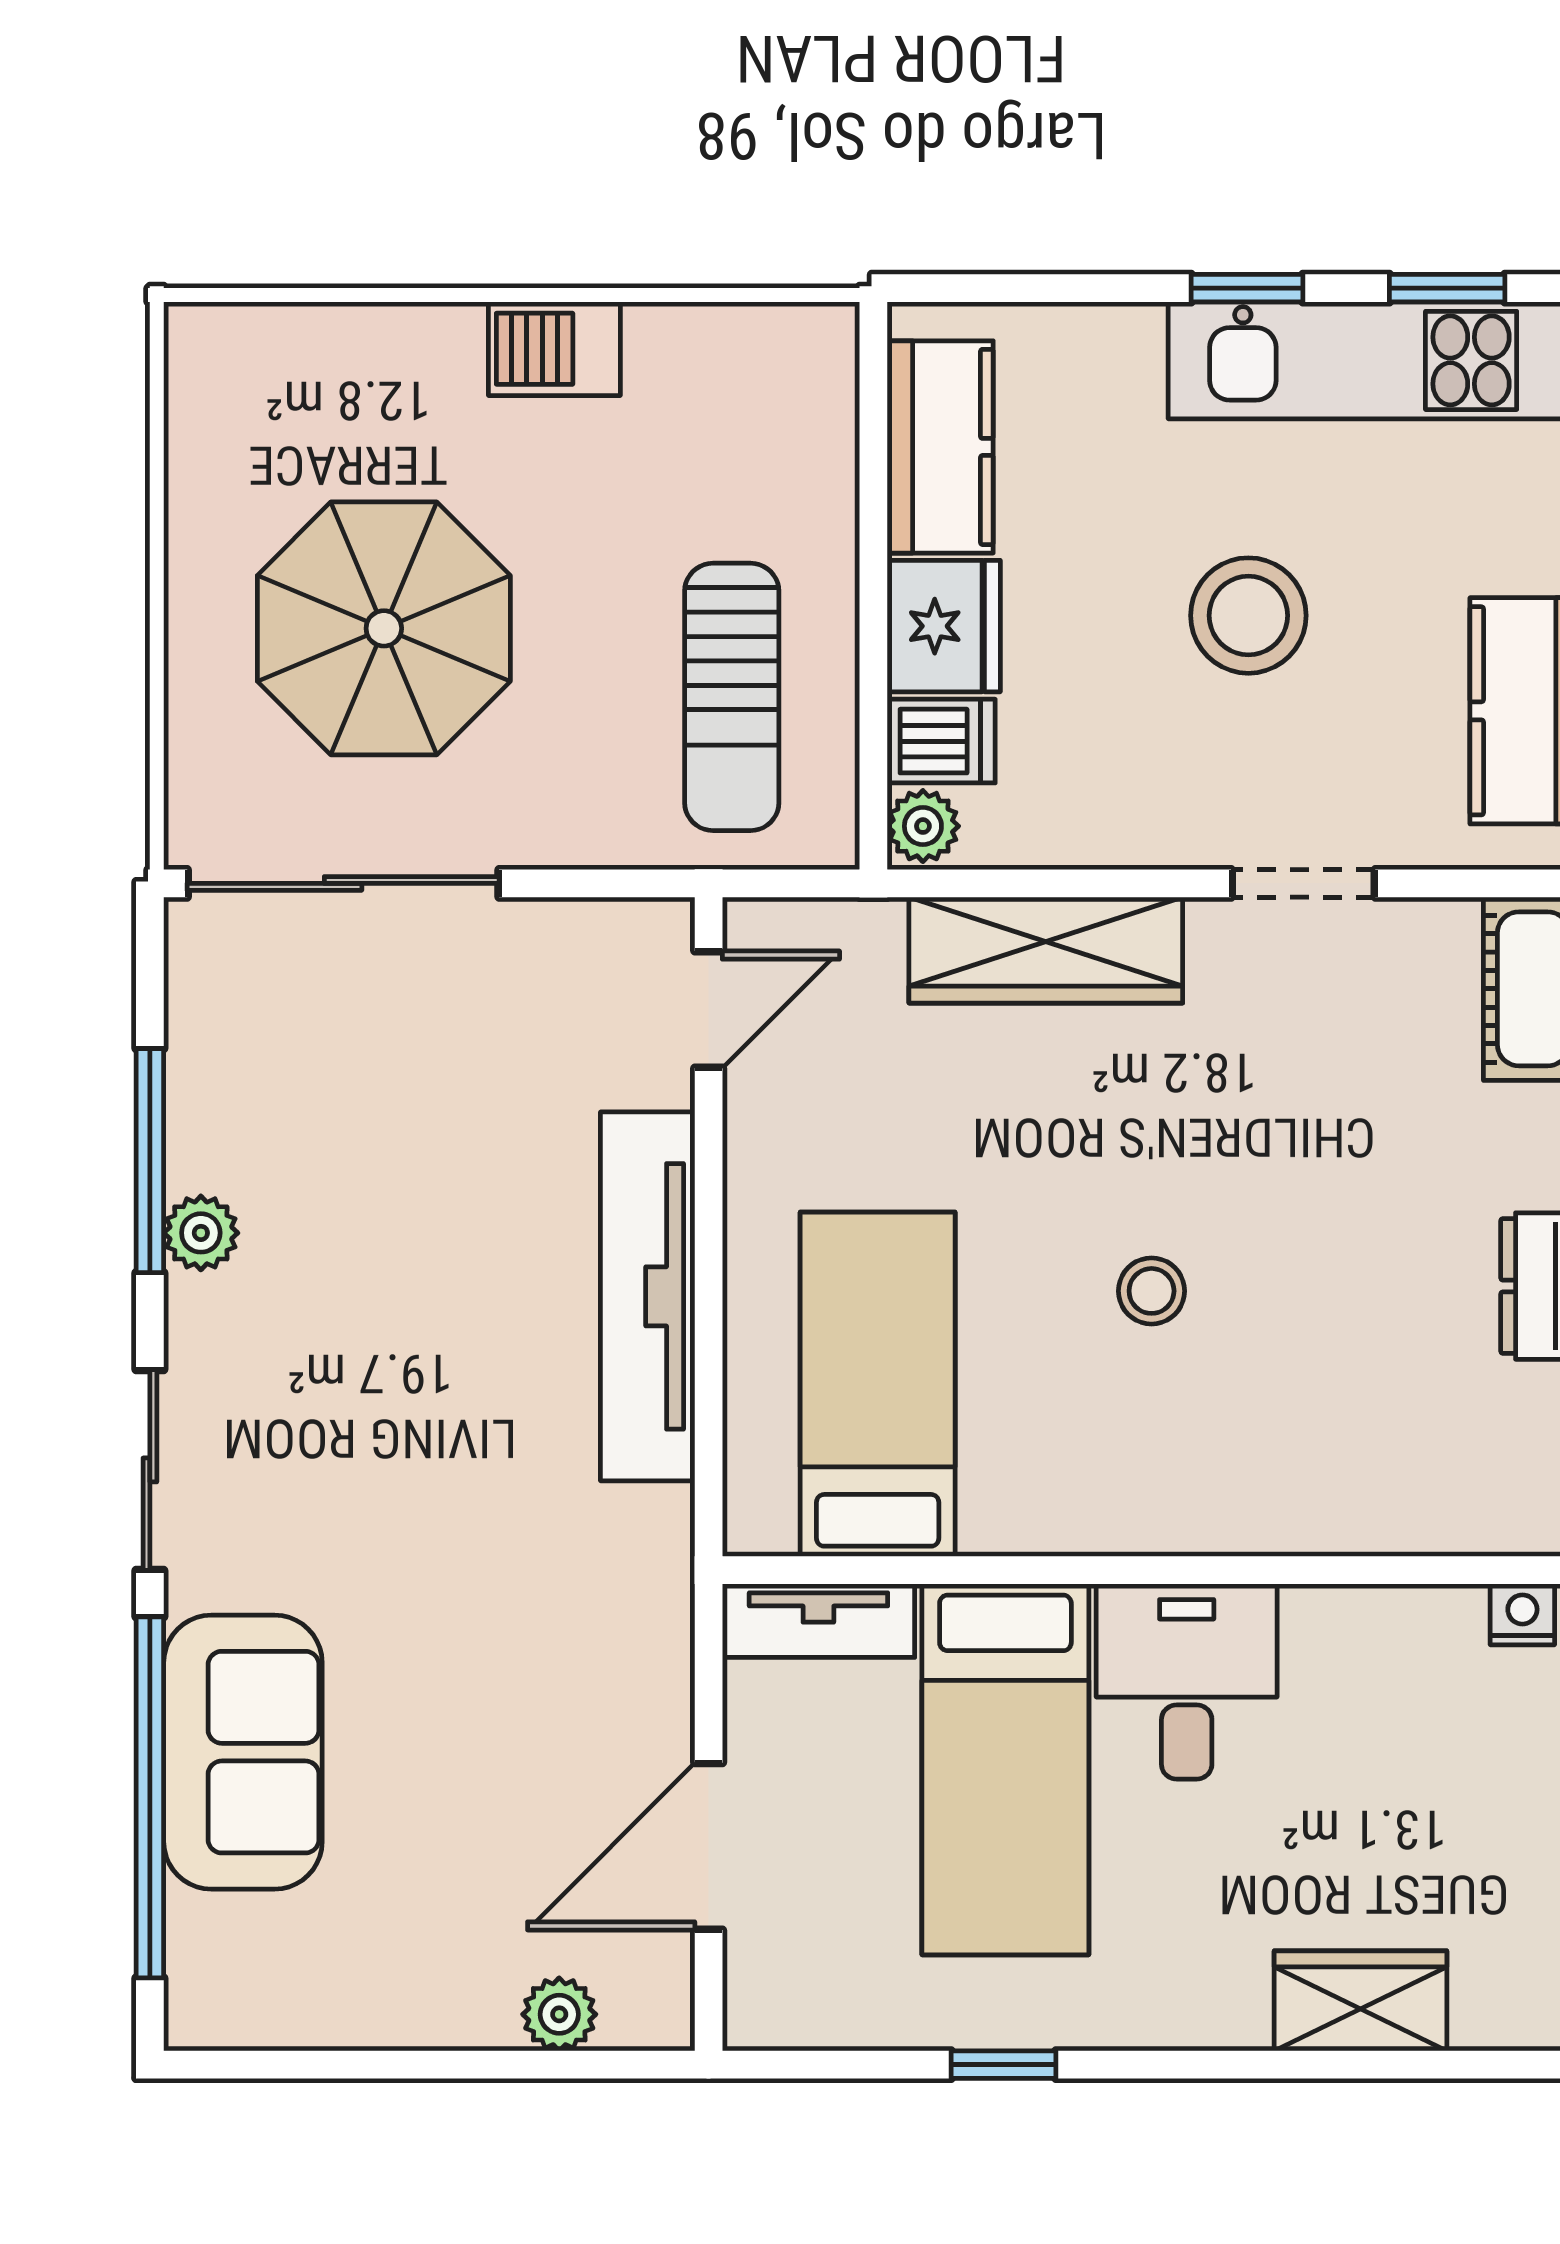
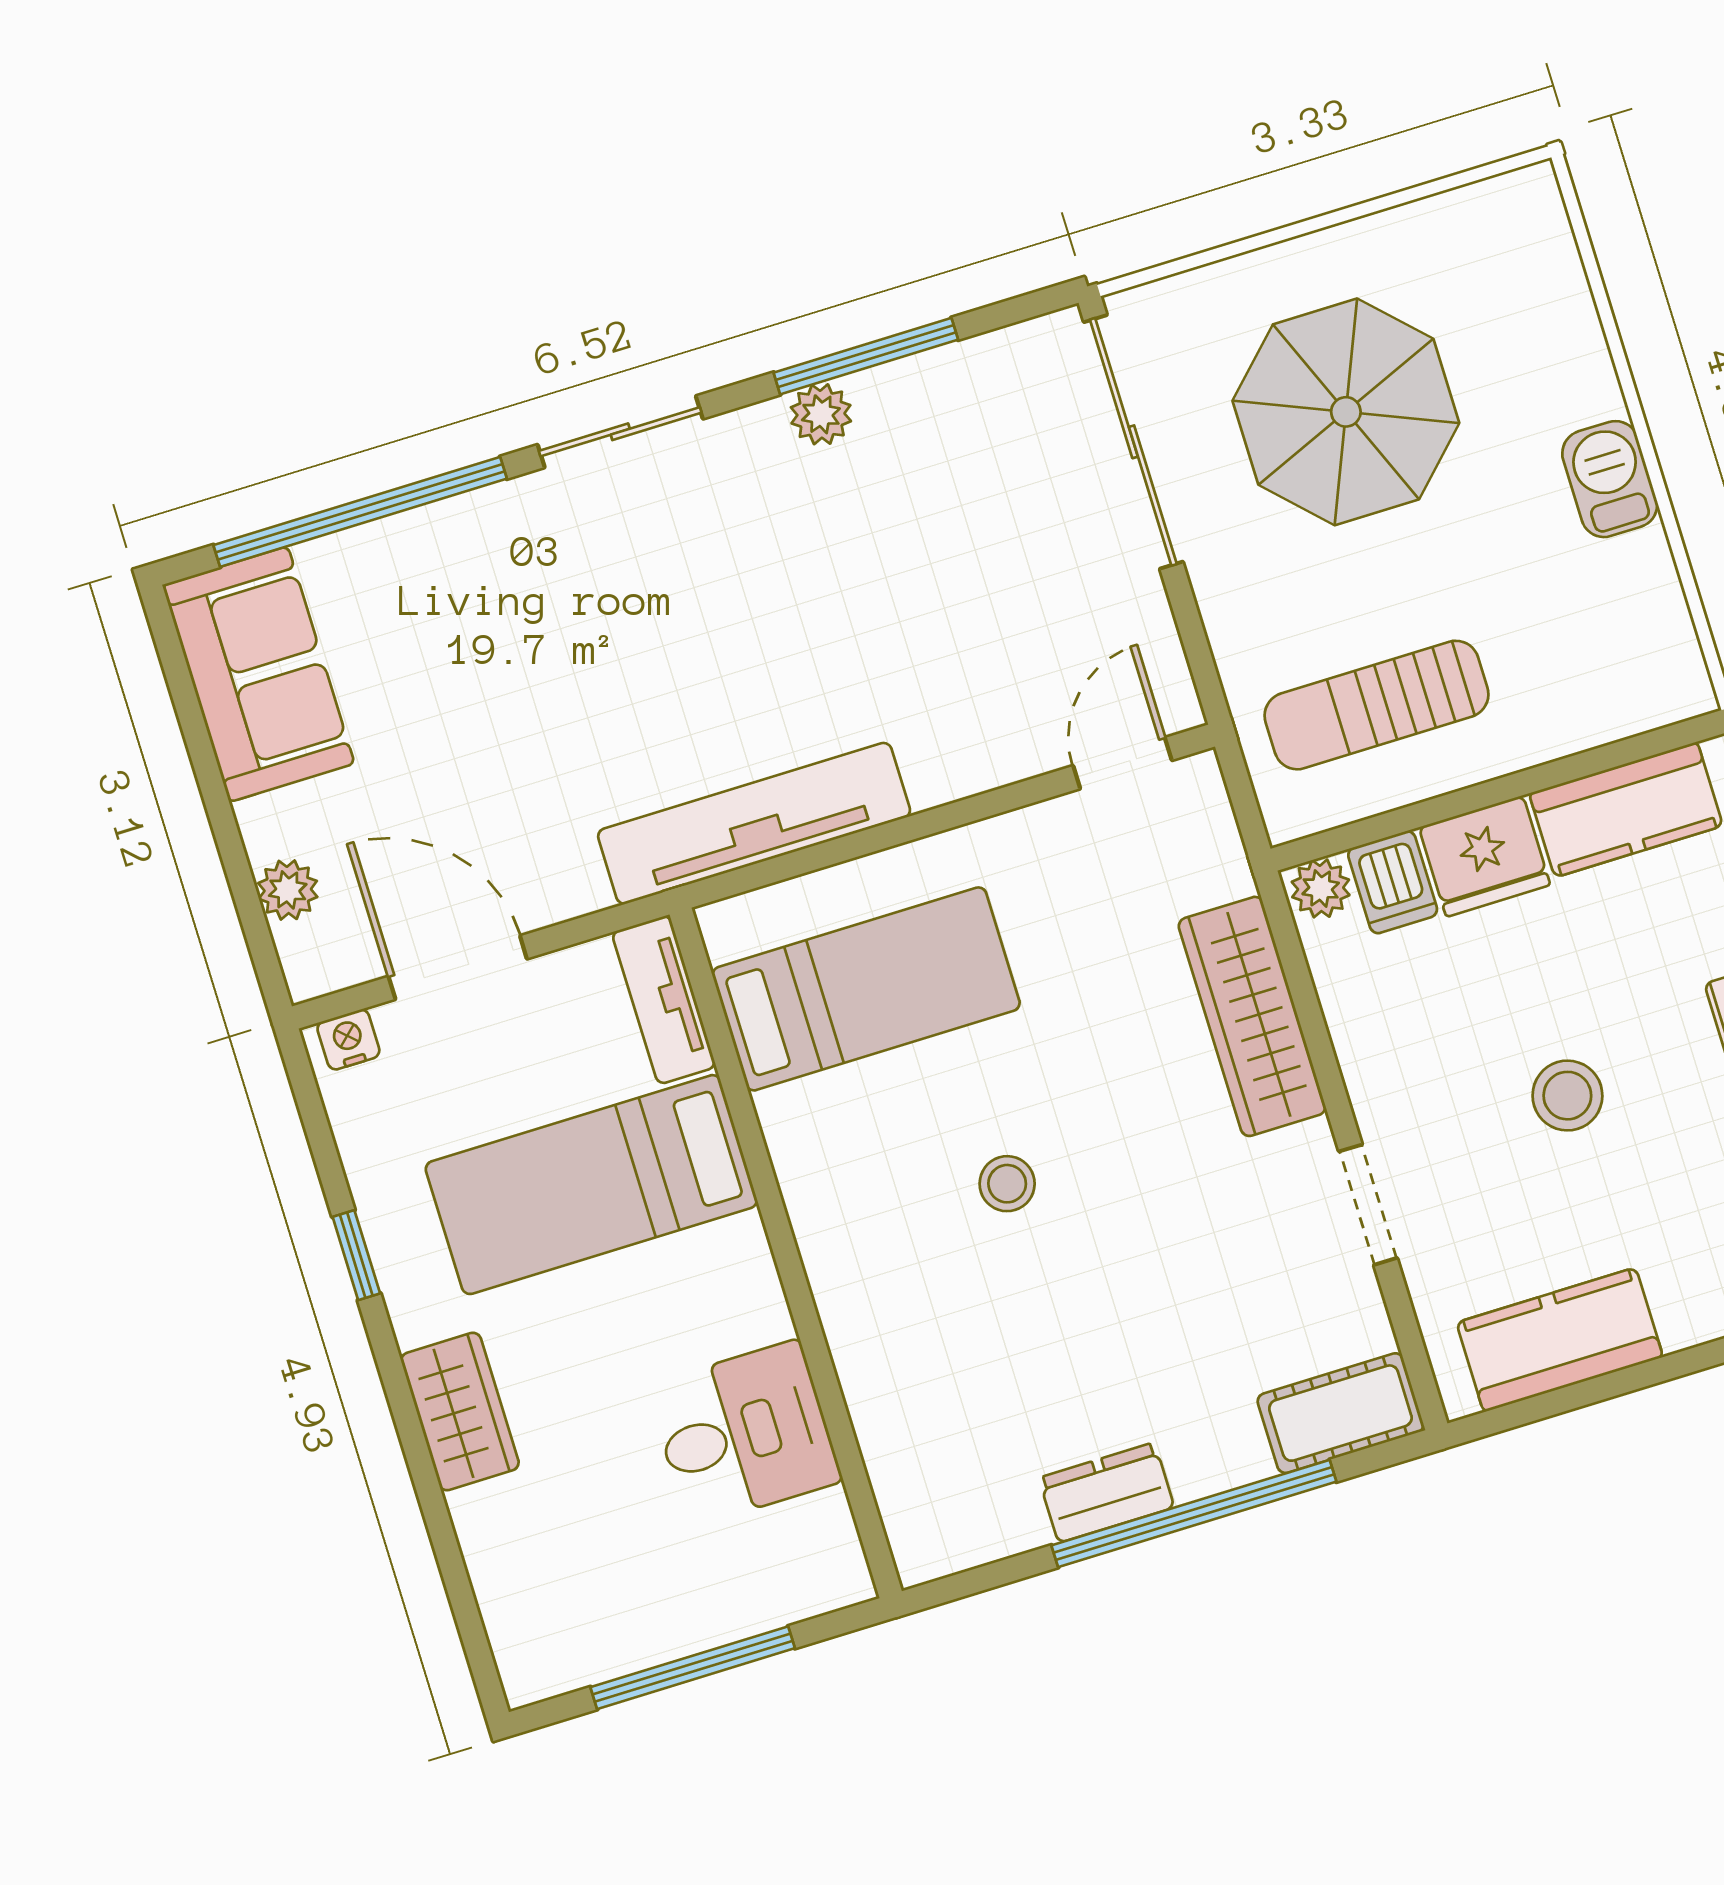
stool: (1248, 616) -> (1567, 1096), width x0.73, depth x0.73
door: (709, 1010) -> (1122, 763), swing flipped
tv unit: (648, 1296) -> (754, 823), moved
nightstand: (1522, 1614) -> (348, 1040), moved, turned -90
desk: (1187, 1681) -> (744, 1433), moved
sofa: (243, 1752) -> (258, 674), moved, turned -90
wardrobe: (1360, 2001) -> (460, 1412), moved

